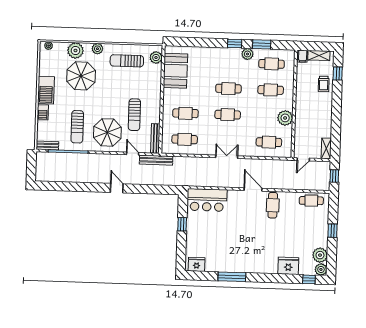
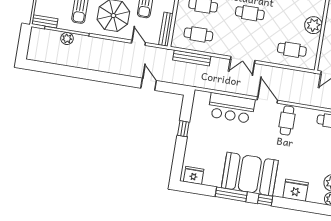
double door: (227, 157) -> (243, 60), swing flipped
plant: (69, 158) -> (67, 39), added
bench: (156, 160) -> (192, 58), moved
door: (117, 188) -> (149, 84), moved
bar counter: (207, 200) -> (231, 108), moved
booth: (246, 257) -> (250, 174), added
window: (309, 279) -> (265, 200), moved

